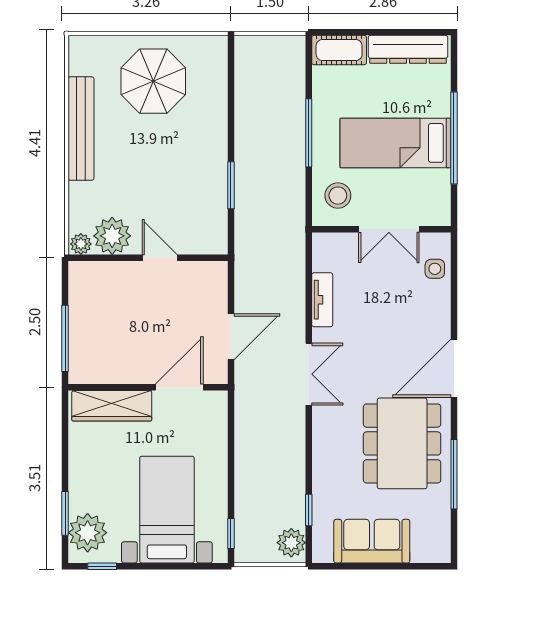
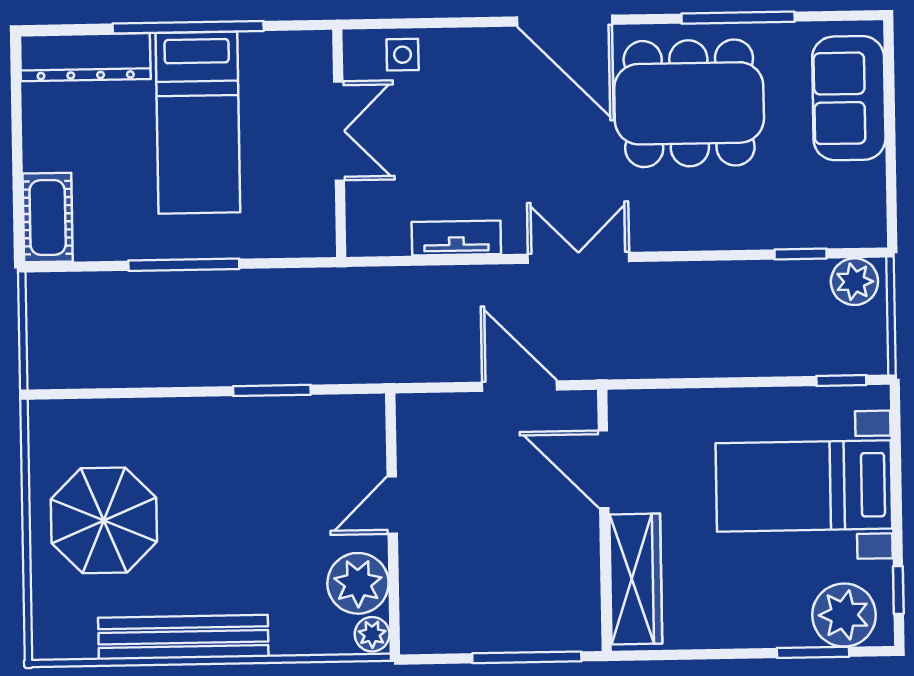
dresser: (408, 49) -> (85, 57), moved, turned 90
stool: (338, 196) -> (286, 215), removed
sofa: (372, 541) -> (849, 98), moved

